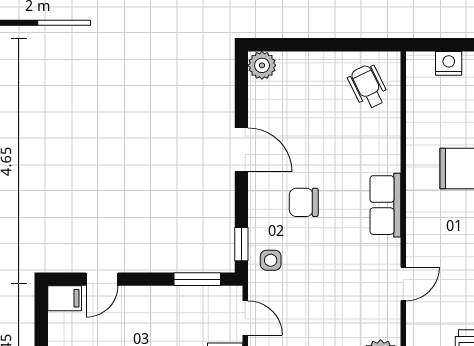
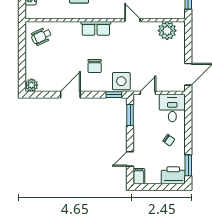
side table: (271, 260) -> (121, 81), width x1.87, depth x1.87
door: (102, 279) -> (130, 159), swing flipped

